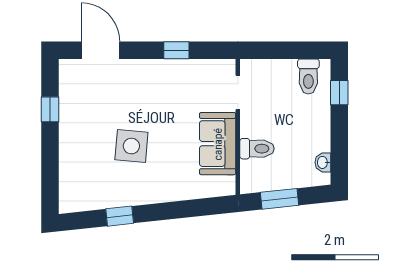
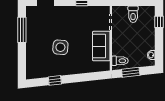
toilet: (308, 76) -> (133, 14), moved
window: (50, 109) -> (22, 30), width x2.17
toilet: (257, 149) -> (120, 61), moved

